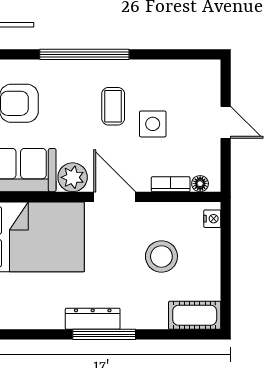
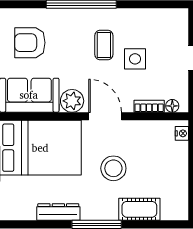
stool: (161, 256) -> (113, 168), moved
cot: (195, 315) -> (139, 209), moved
dresser: (93, 319) -> (58, 212), moved

